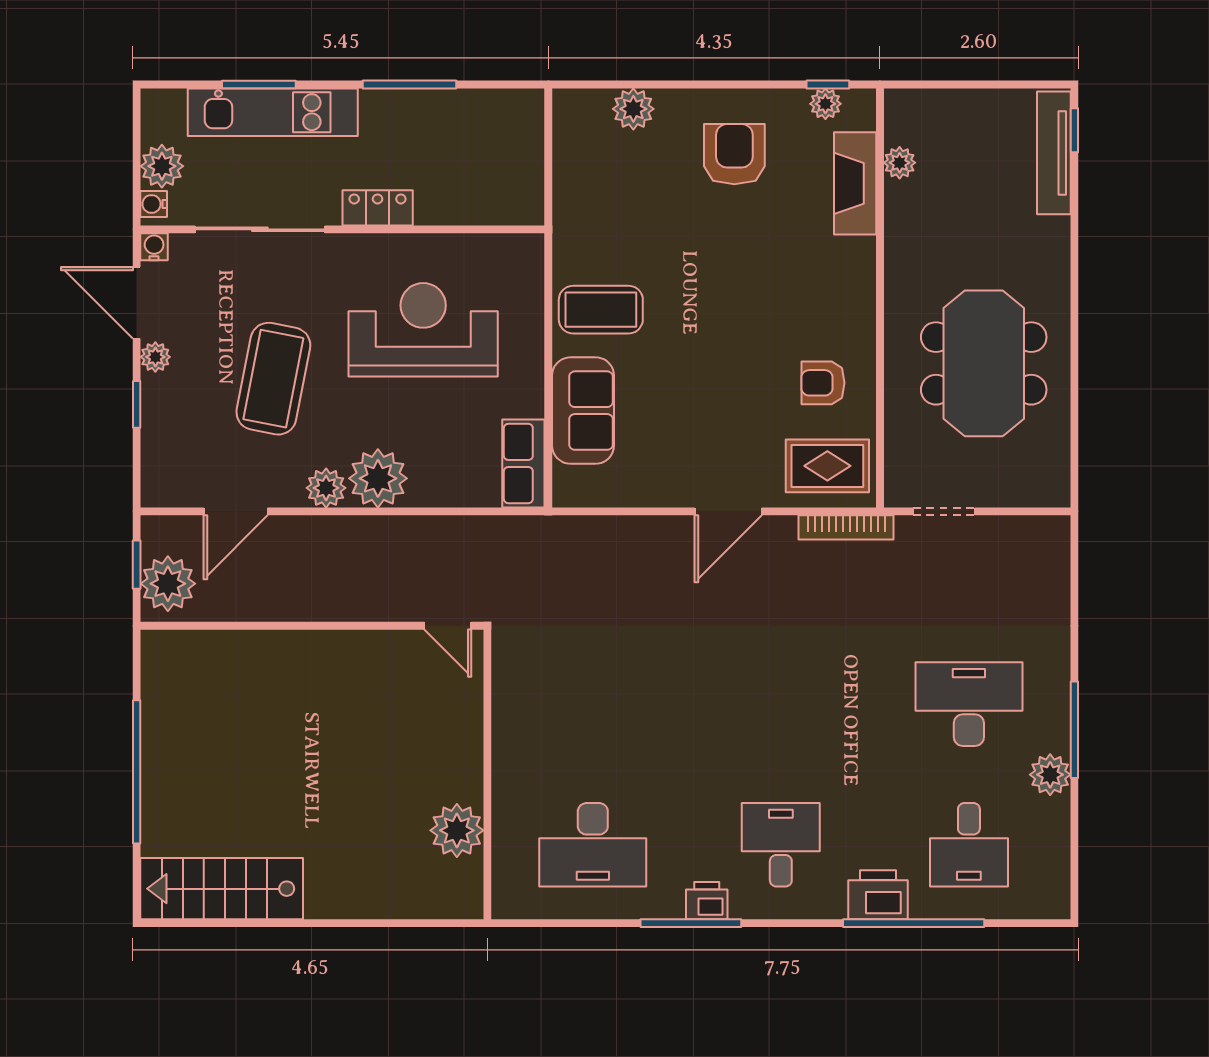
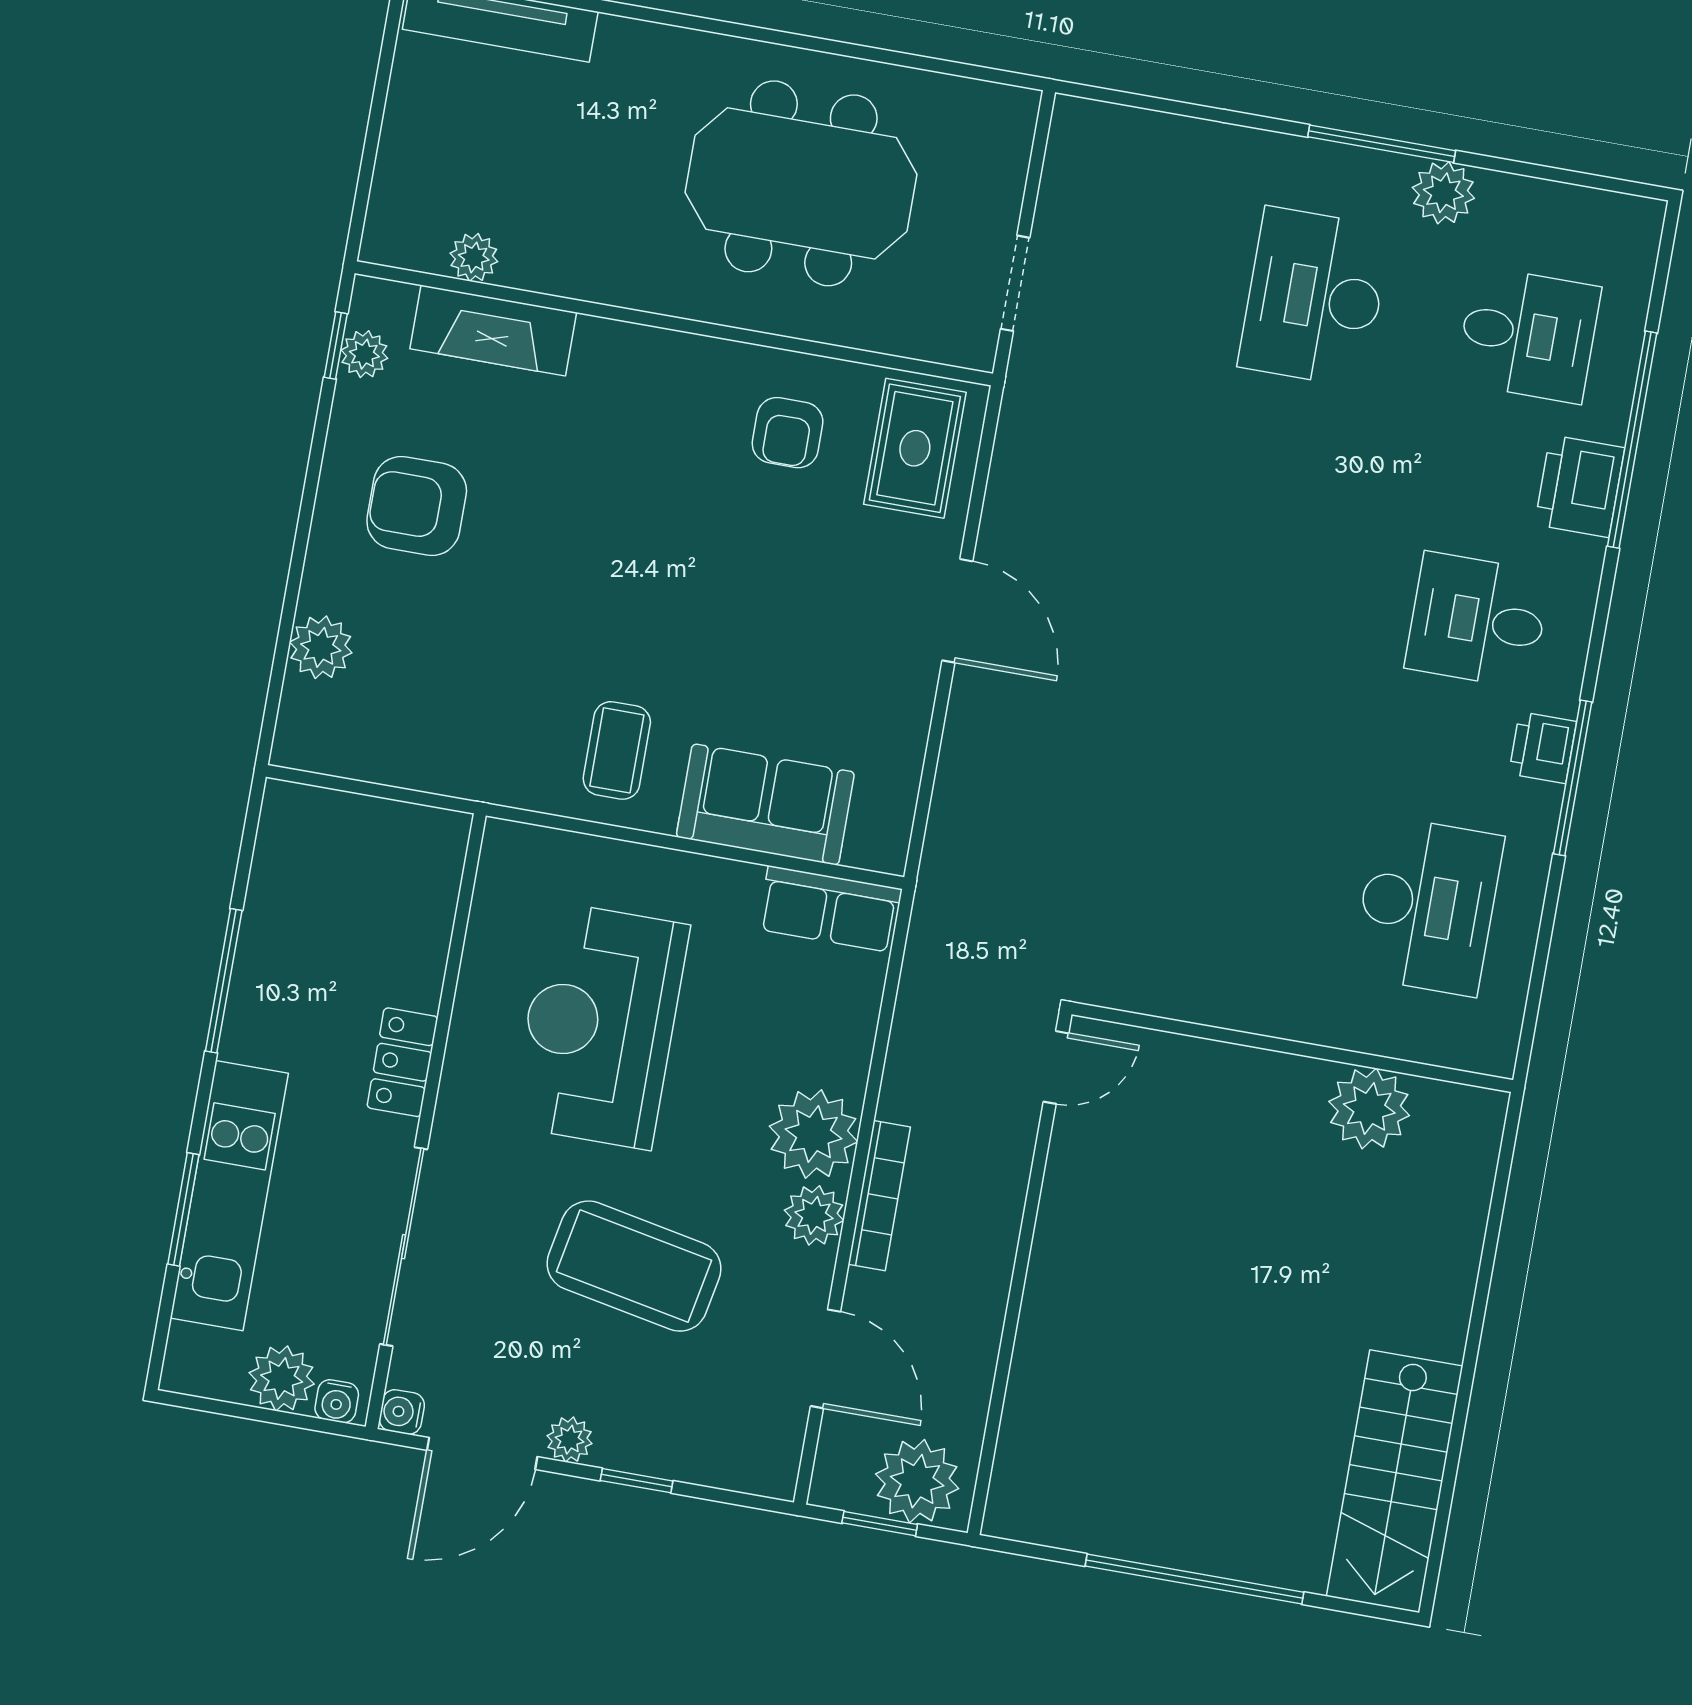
coffee table: (601, 310) -> (617, 750), width x0.73, depth x0.77
bookcase: (846, 527) -> (879, 1196), moved

